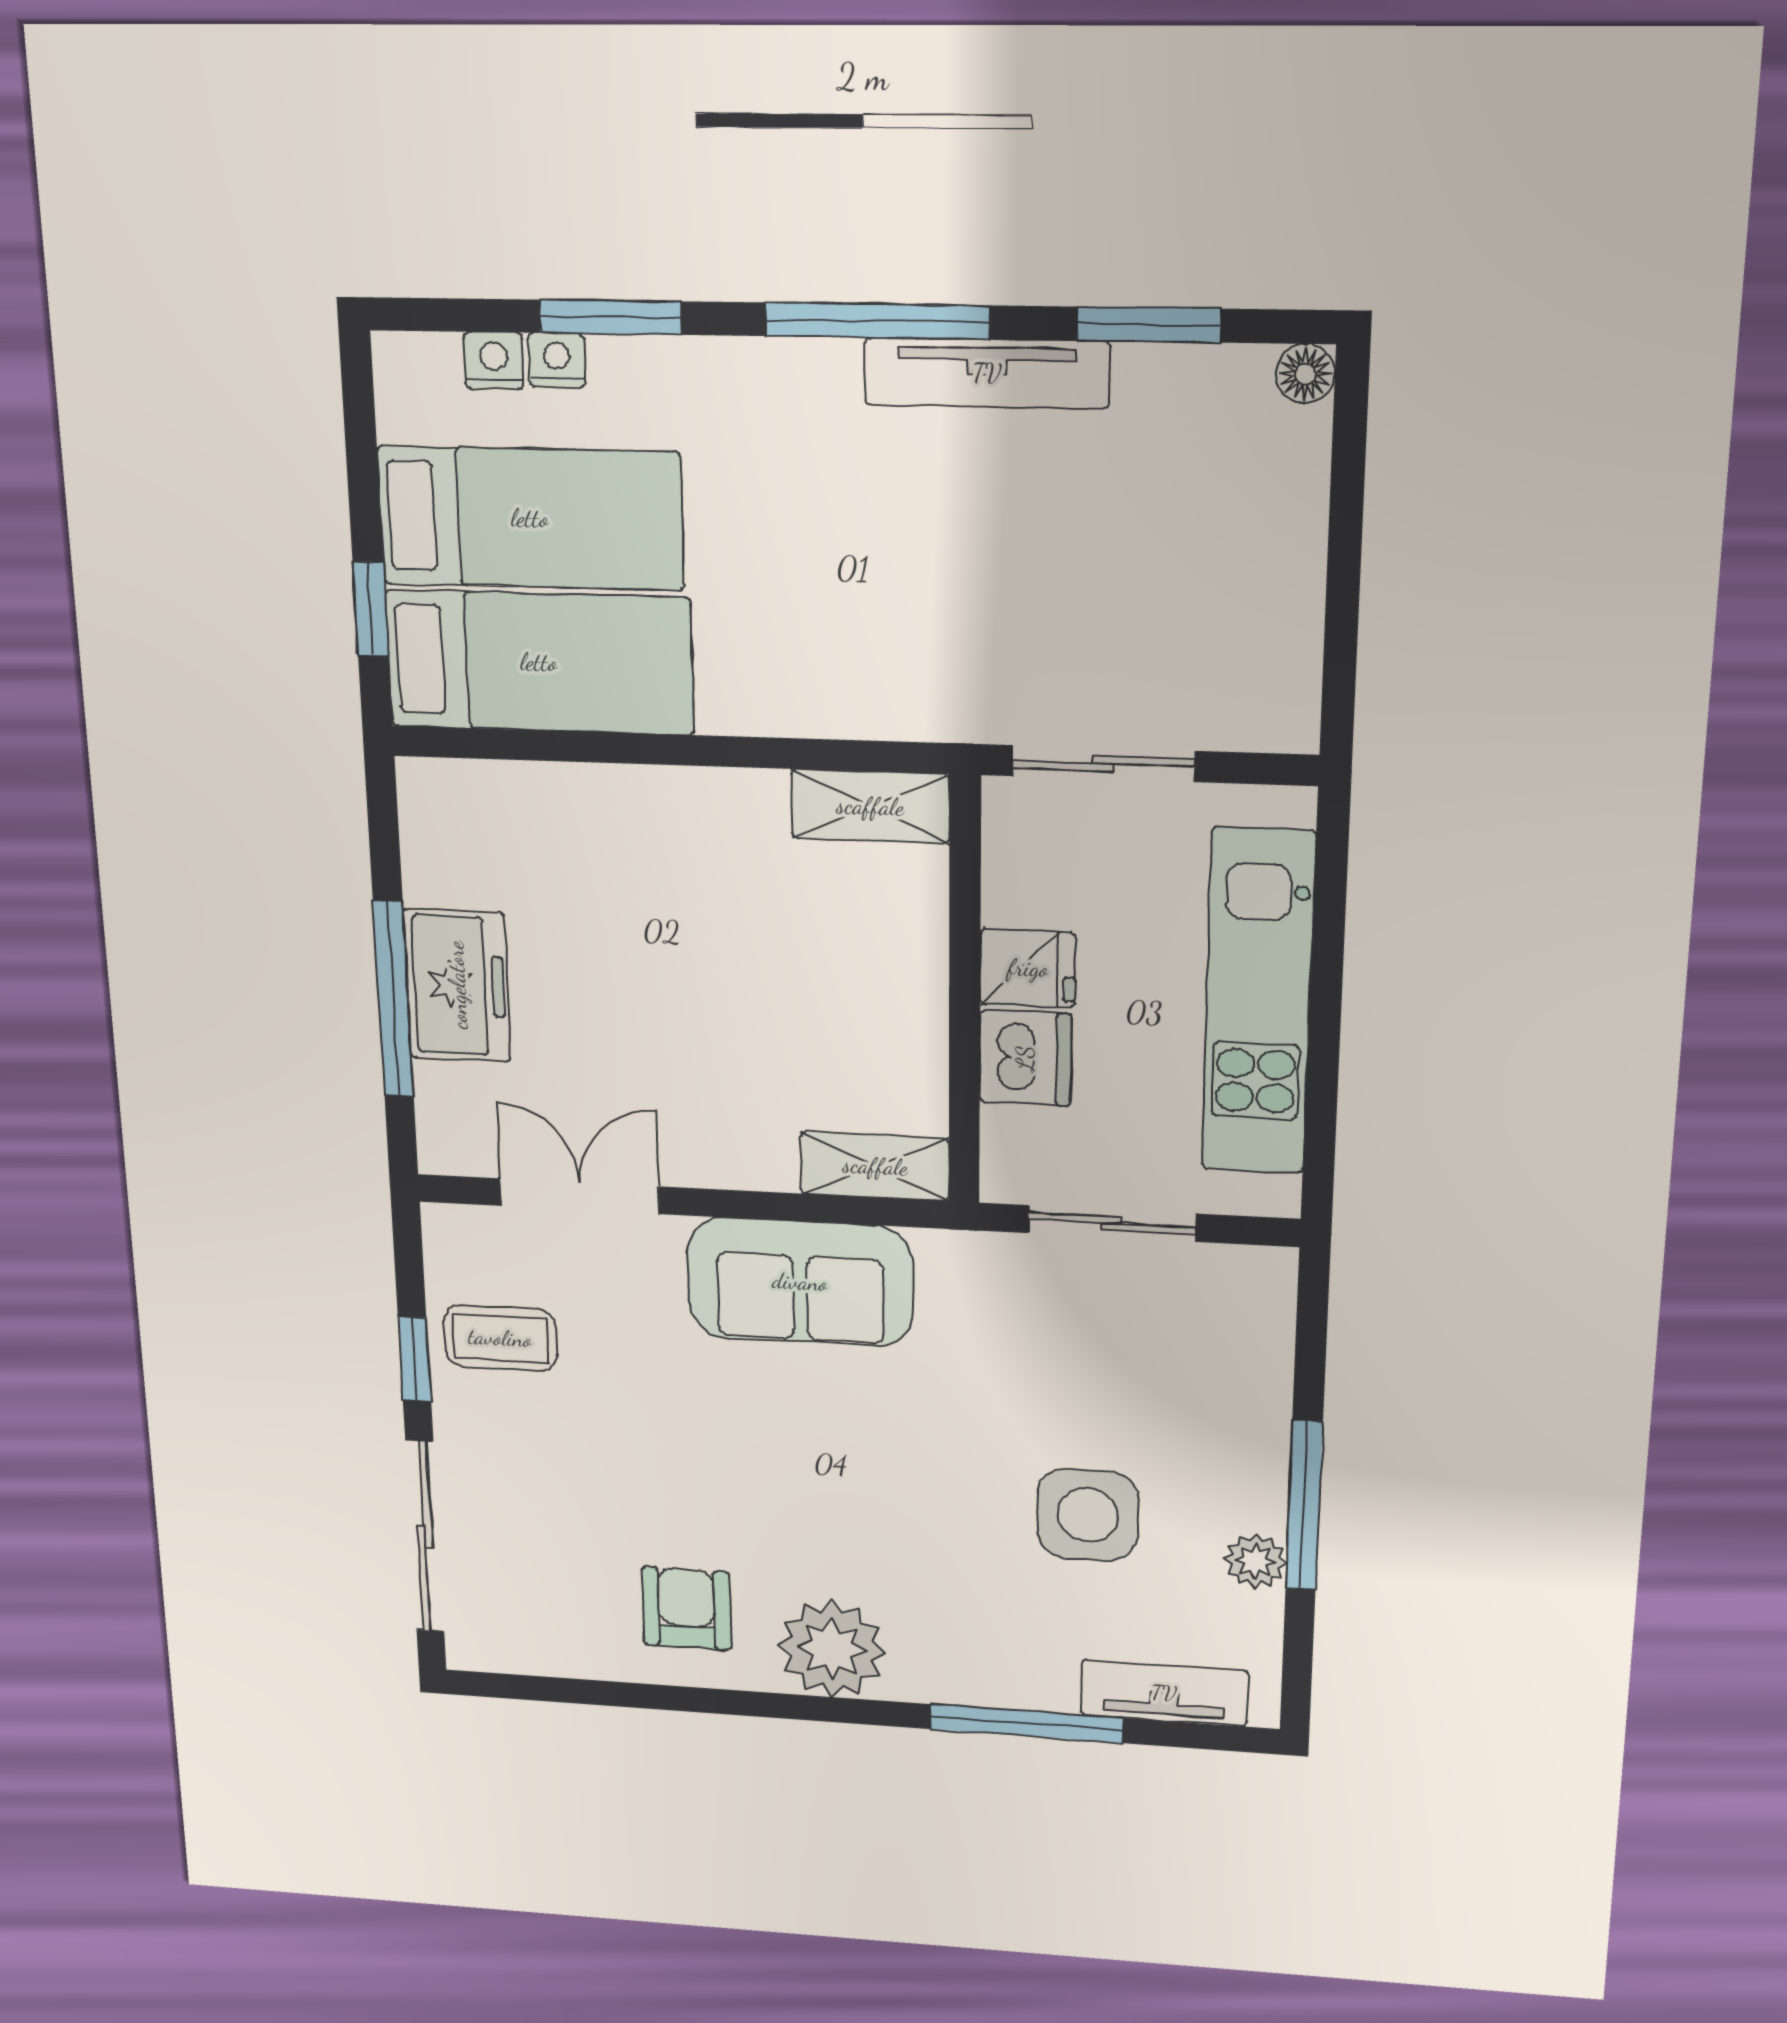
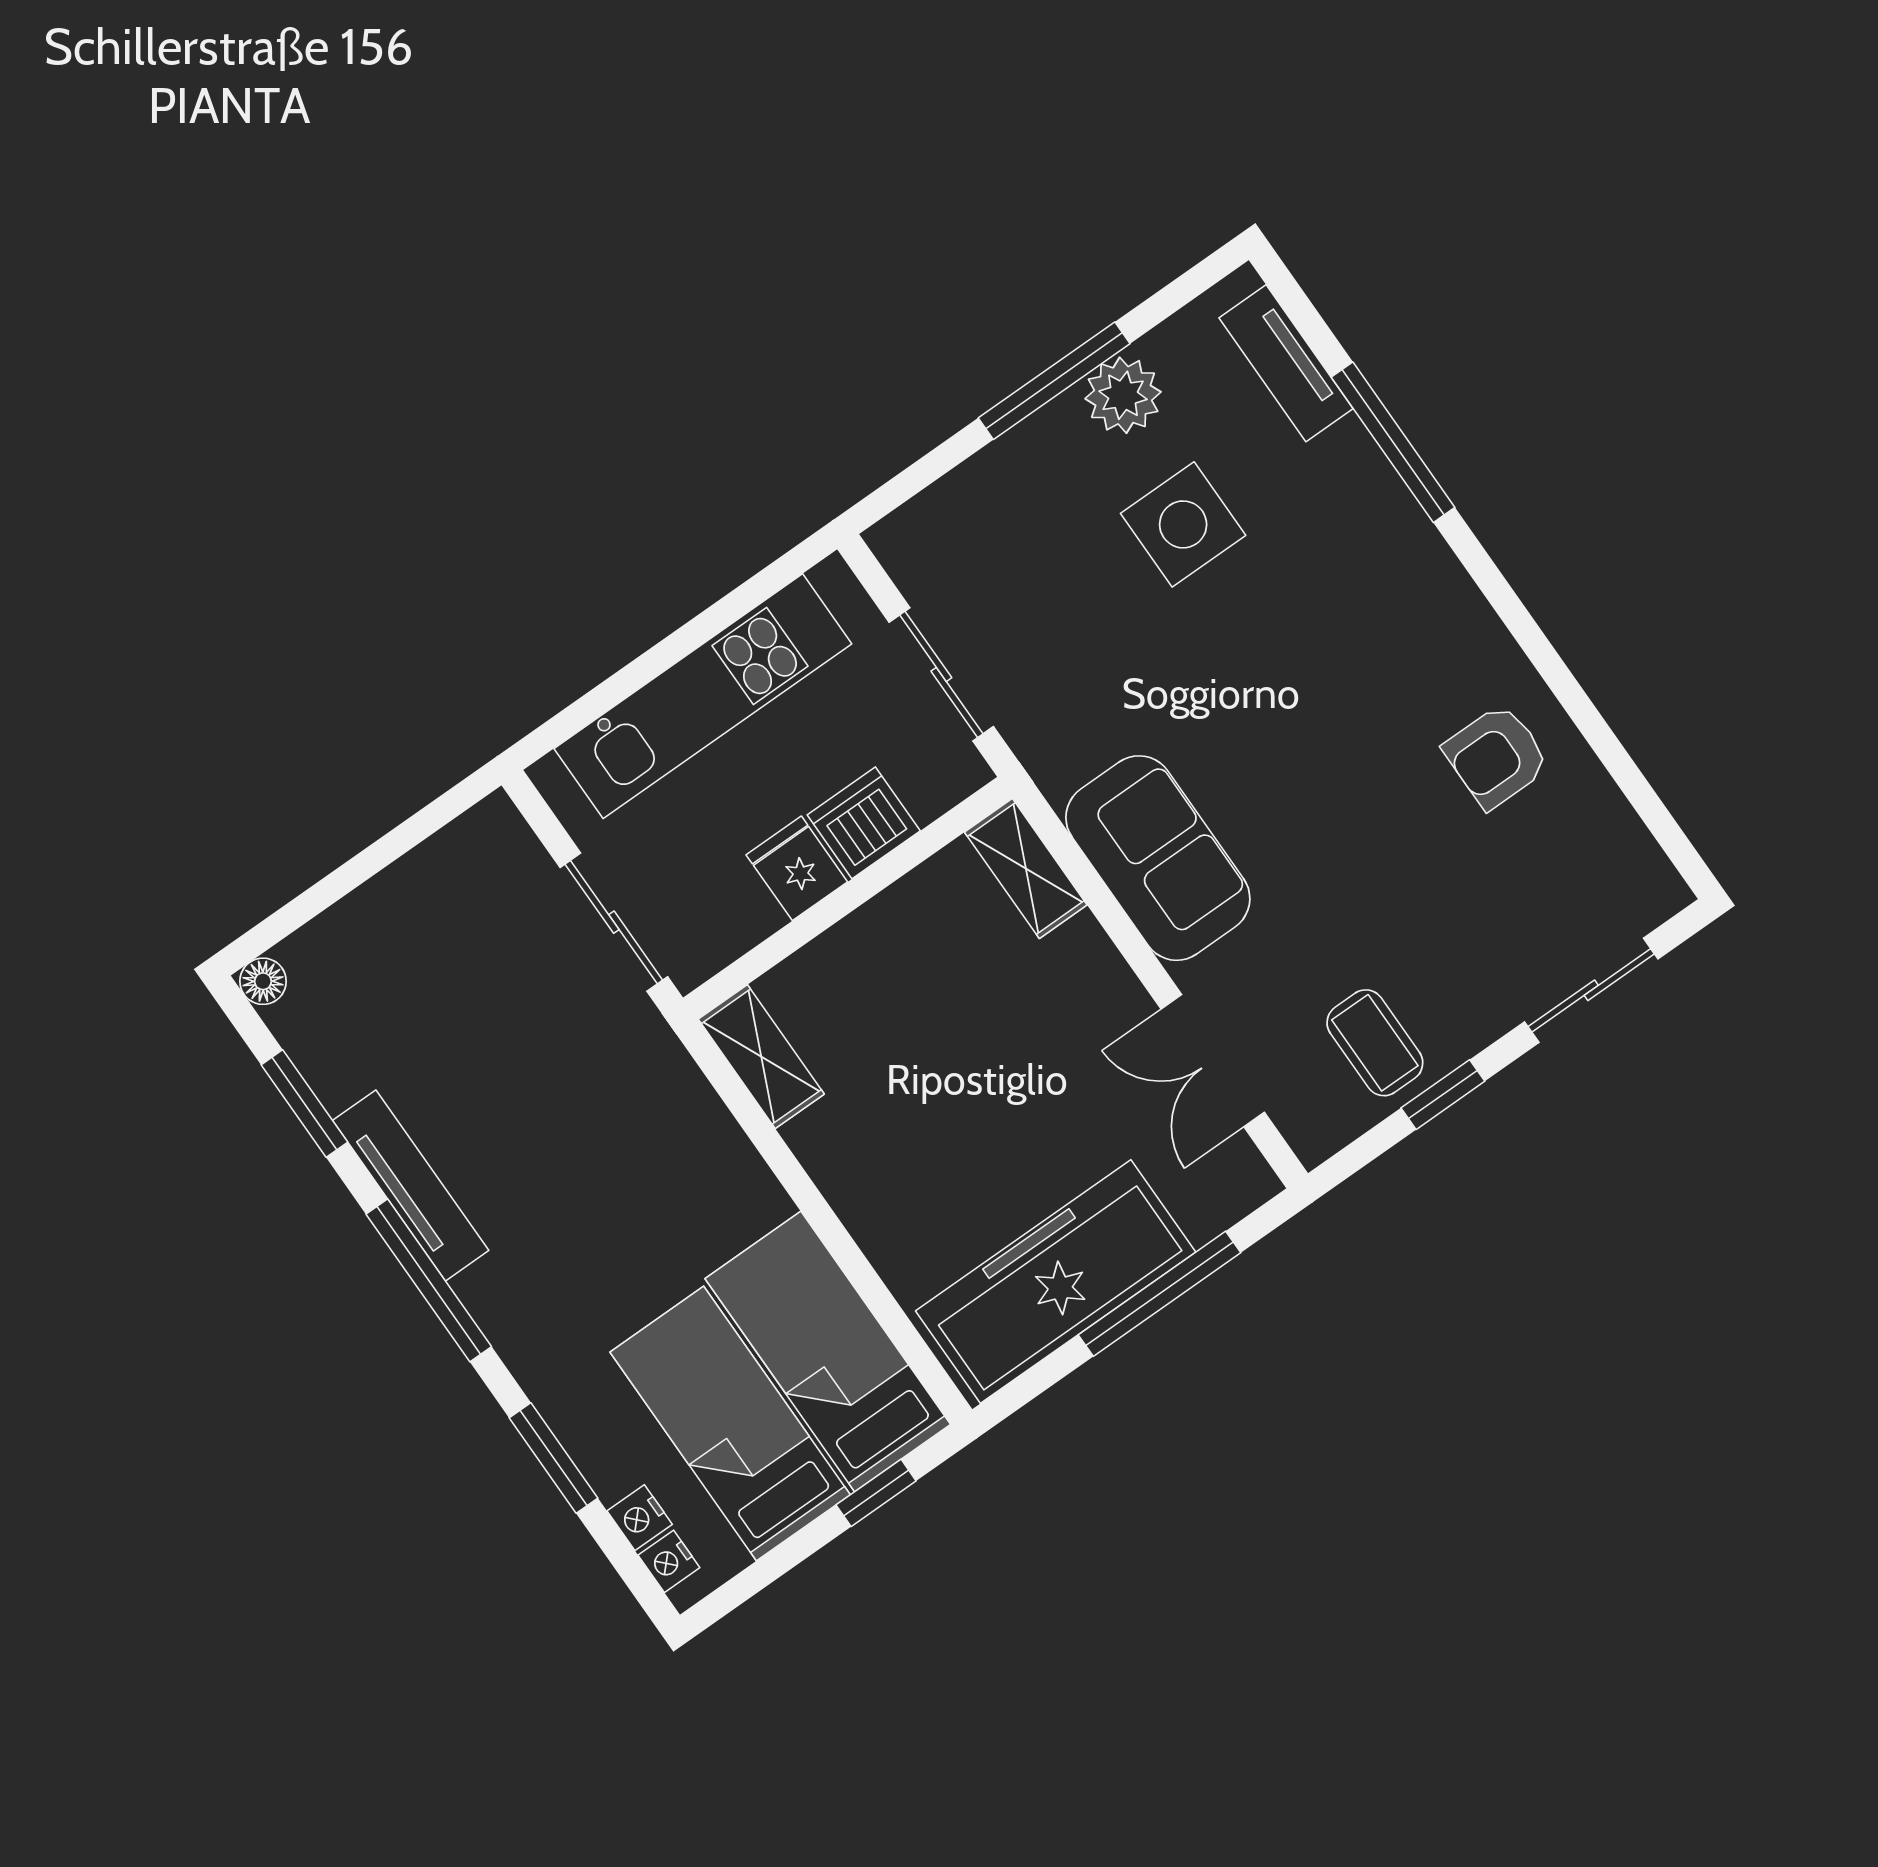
nightstand: (557, 360) -> (669, 1561), moved
freezer: (457, 985) -> (1056, 1281), width x1.91, depth x1.26
sliding door: (425, 1537) -> (1591, 990), width x0.73
plant: (1255, 1561) -> (1123, 395), width x1.38, depth x1.38
plant: (832, 1649) -> (1444, 627), removed

